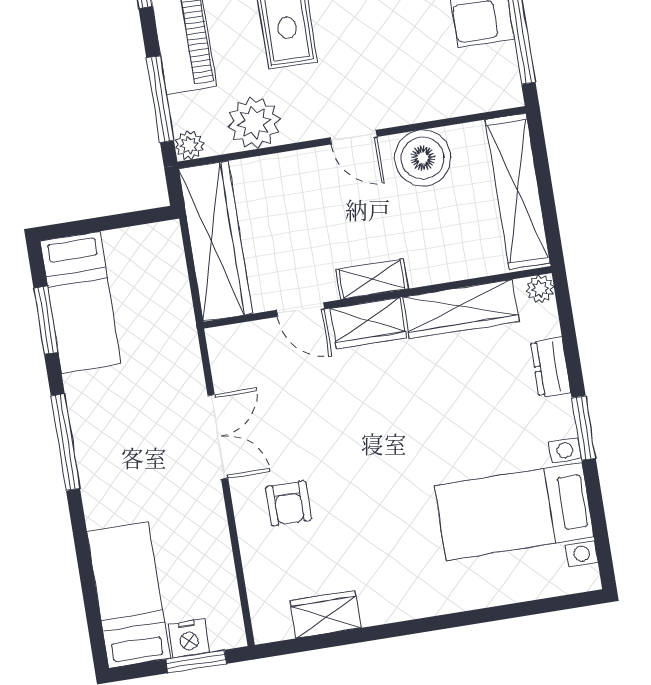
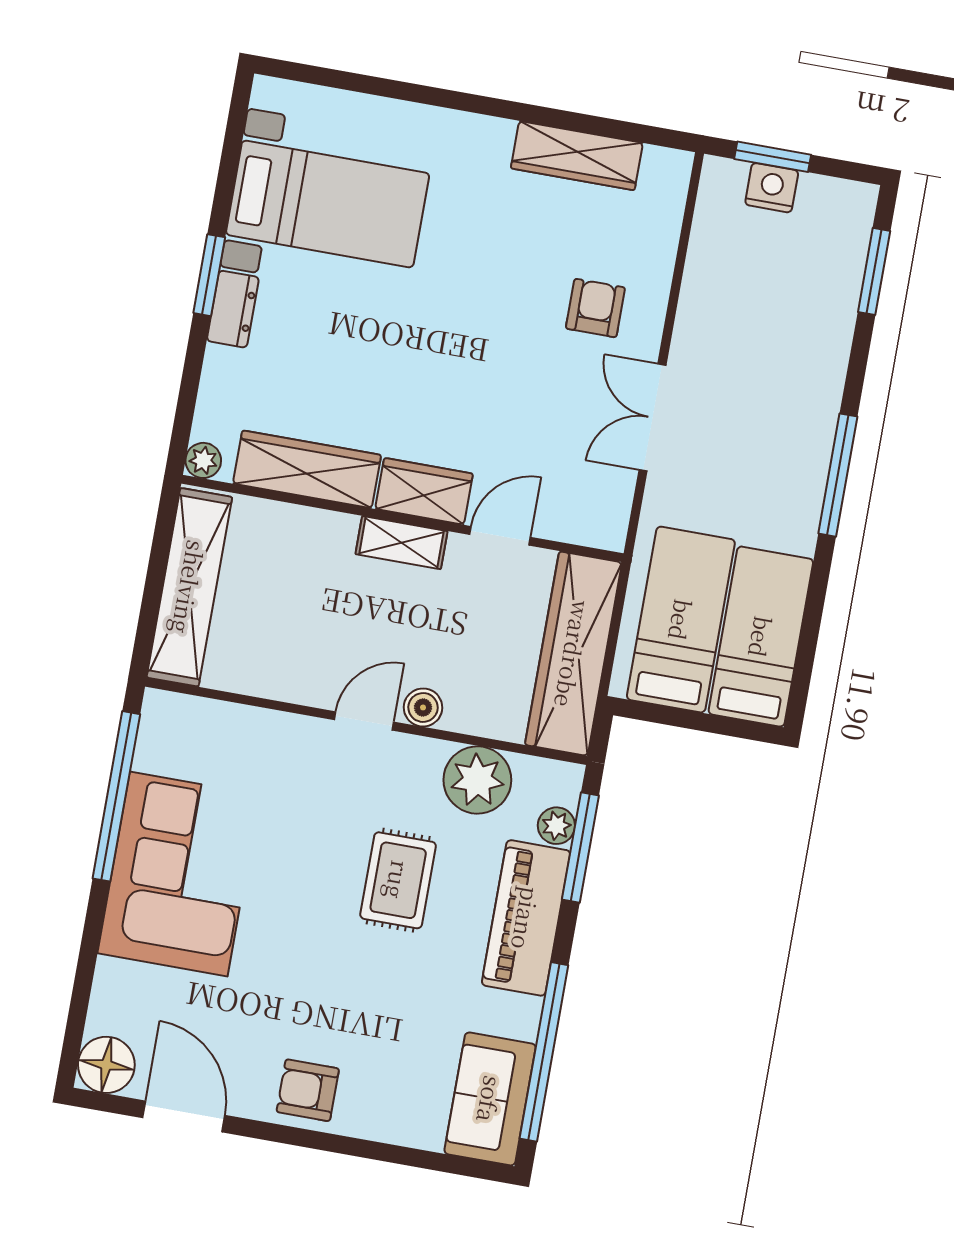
door: (354, 137) -> (364, 721), hinge flipped
plant: (189, 145) -> (556, 826), moved
boiler: (423, 158) -> (423, 707), moved, width x0.54, depth x0.54
door: (300, 310) -> (500, 536), hinge flipped
window: (46, 320) -> (874, 271), moved
dresser: (551, 367) -> (233, 309), moved
bed: (129, 595) -> (681, 620), moved, turned 180
wardrobe: (325, 614) -> (577, 156), width x1.50

